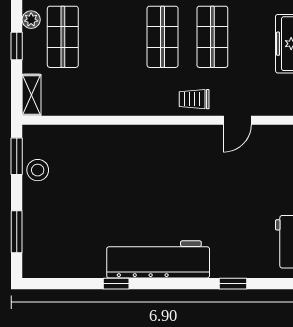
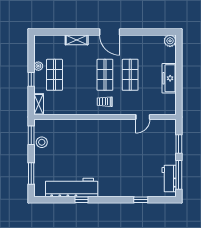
trolley: (194, 99) -> (105, 102), moved
workbench: (158, 259) -> (72, 187), moved

